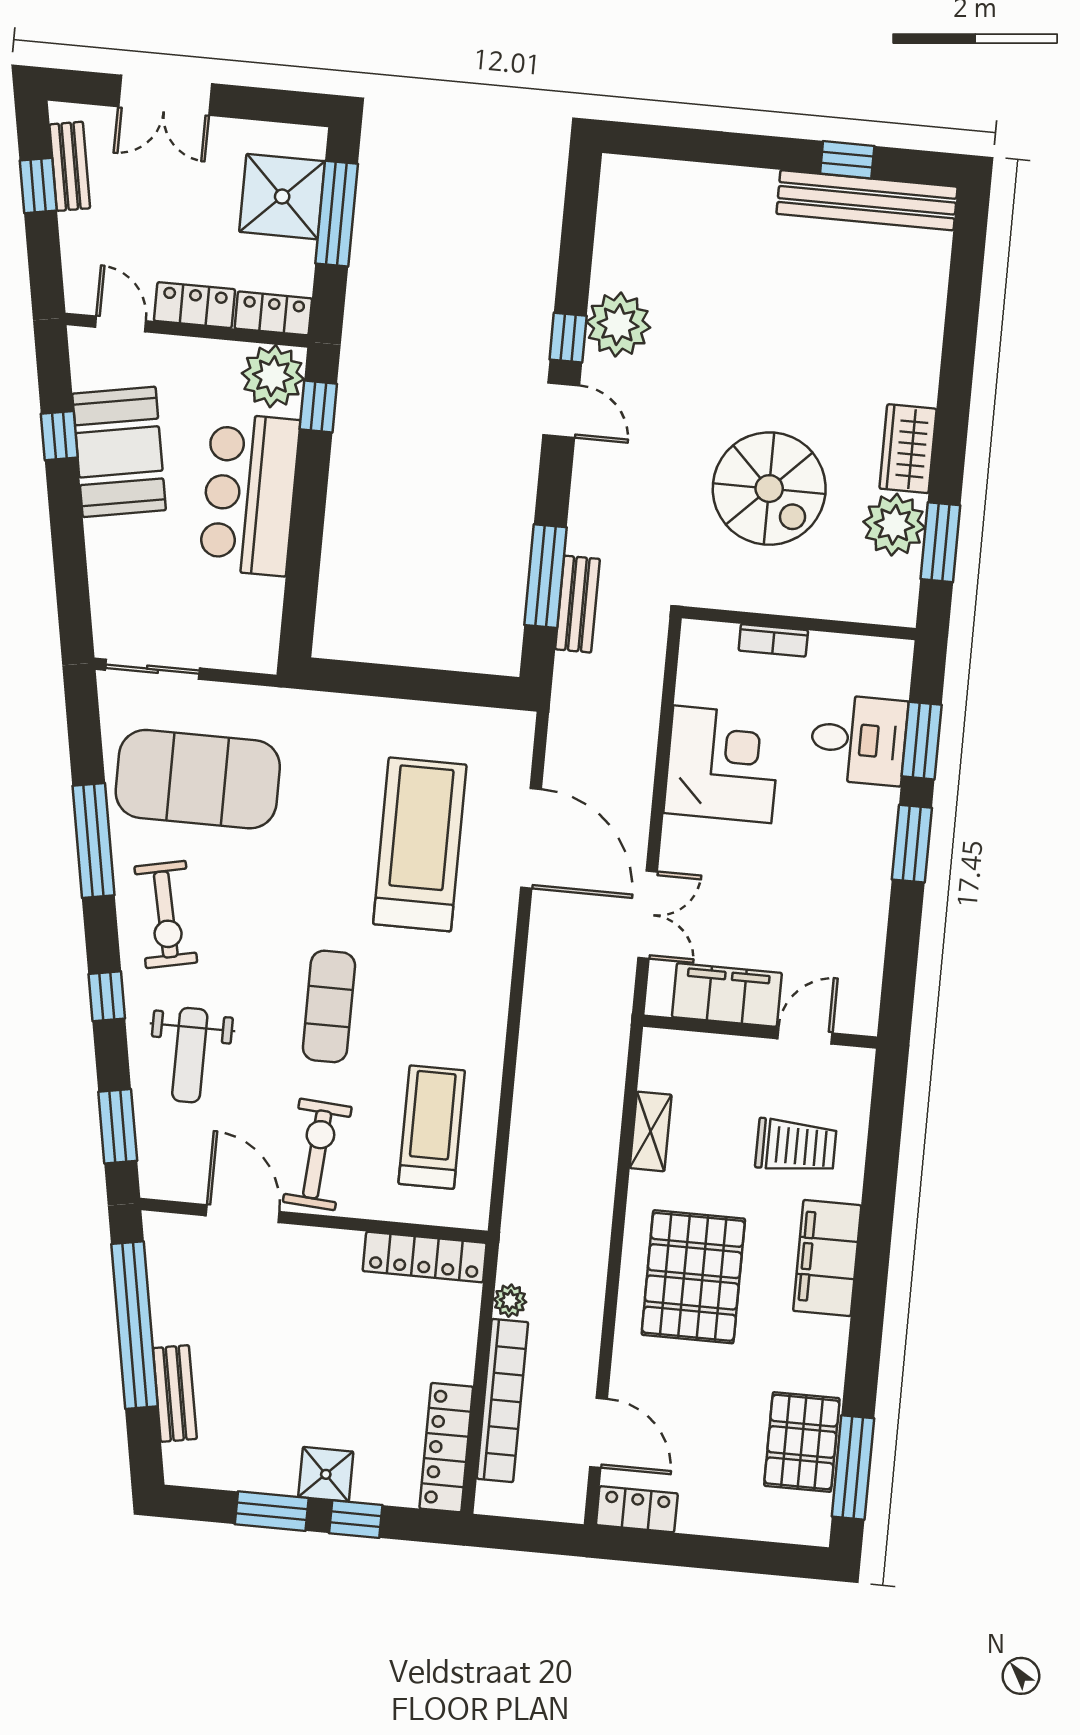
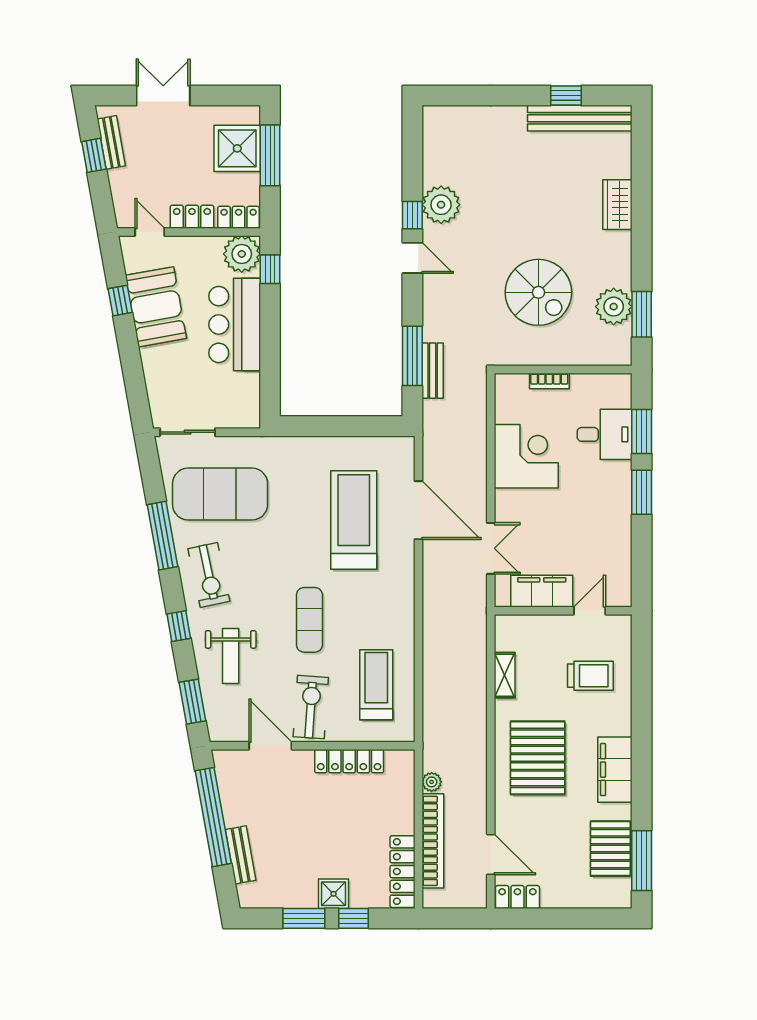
double door: (165, 95) -> (163, 96), swing flipped
wardrobe: (908, 449) -> (617, 205), moved
locker: (425, 1257) -> (349, 761), moved
filing cabinet: (827, 1258) -> (615, 770), moved

